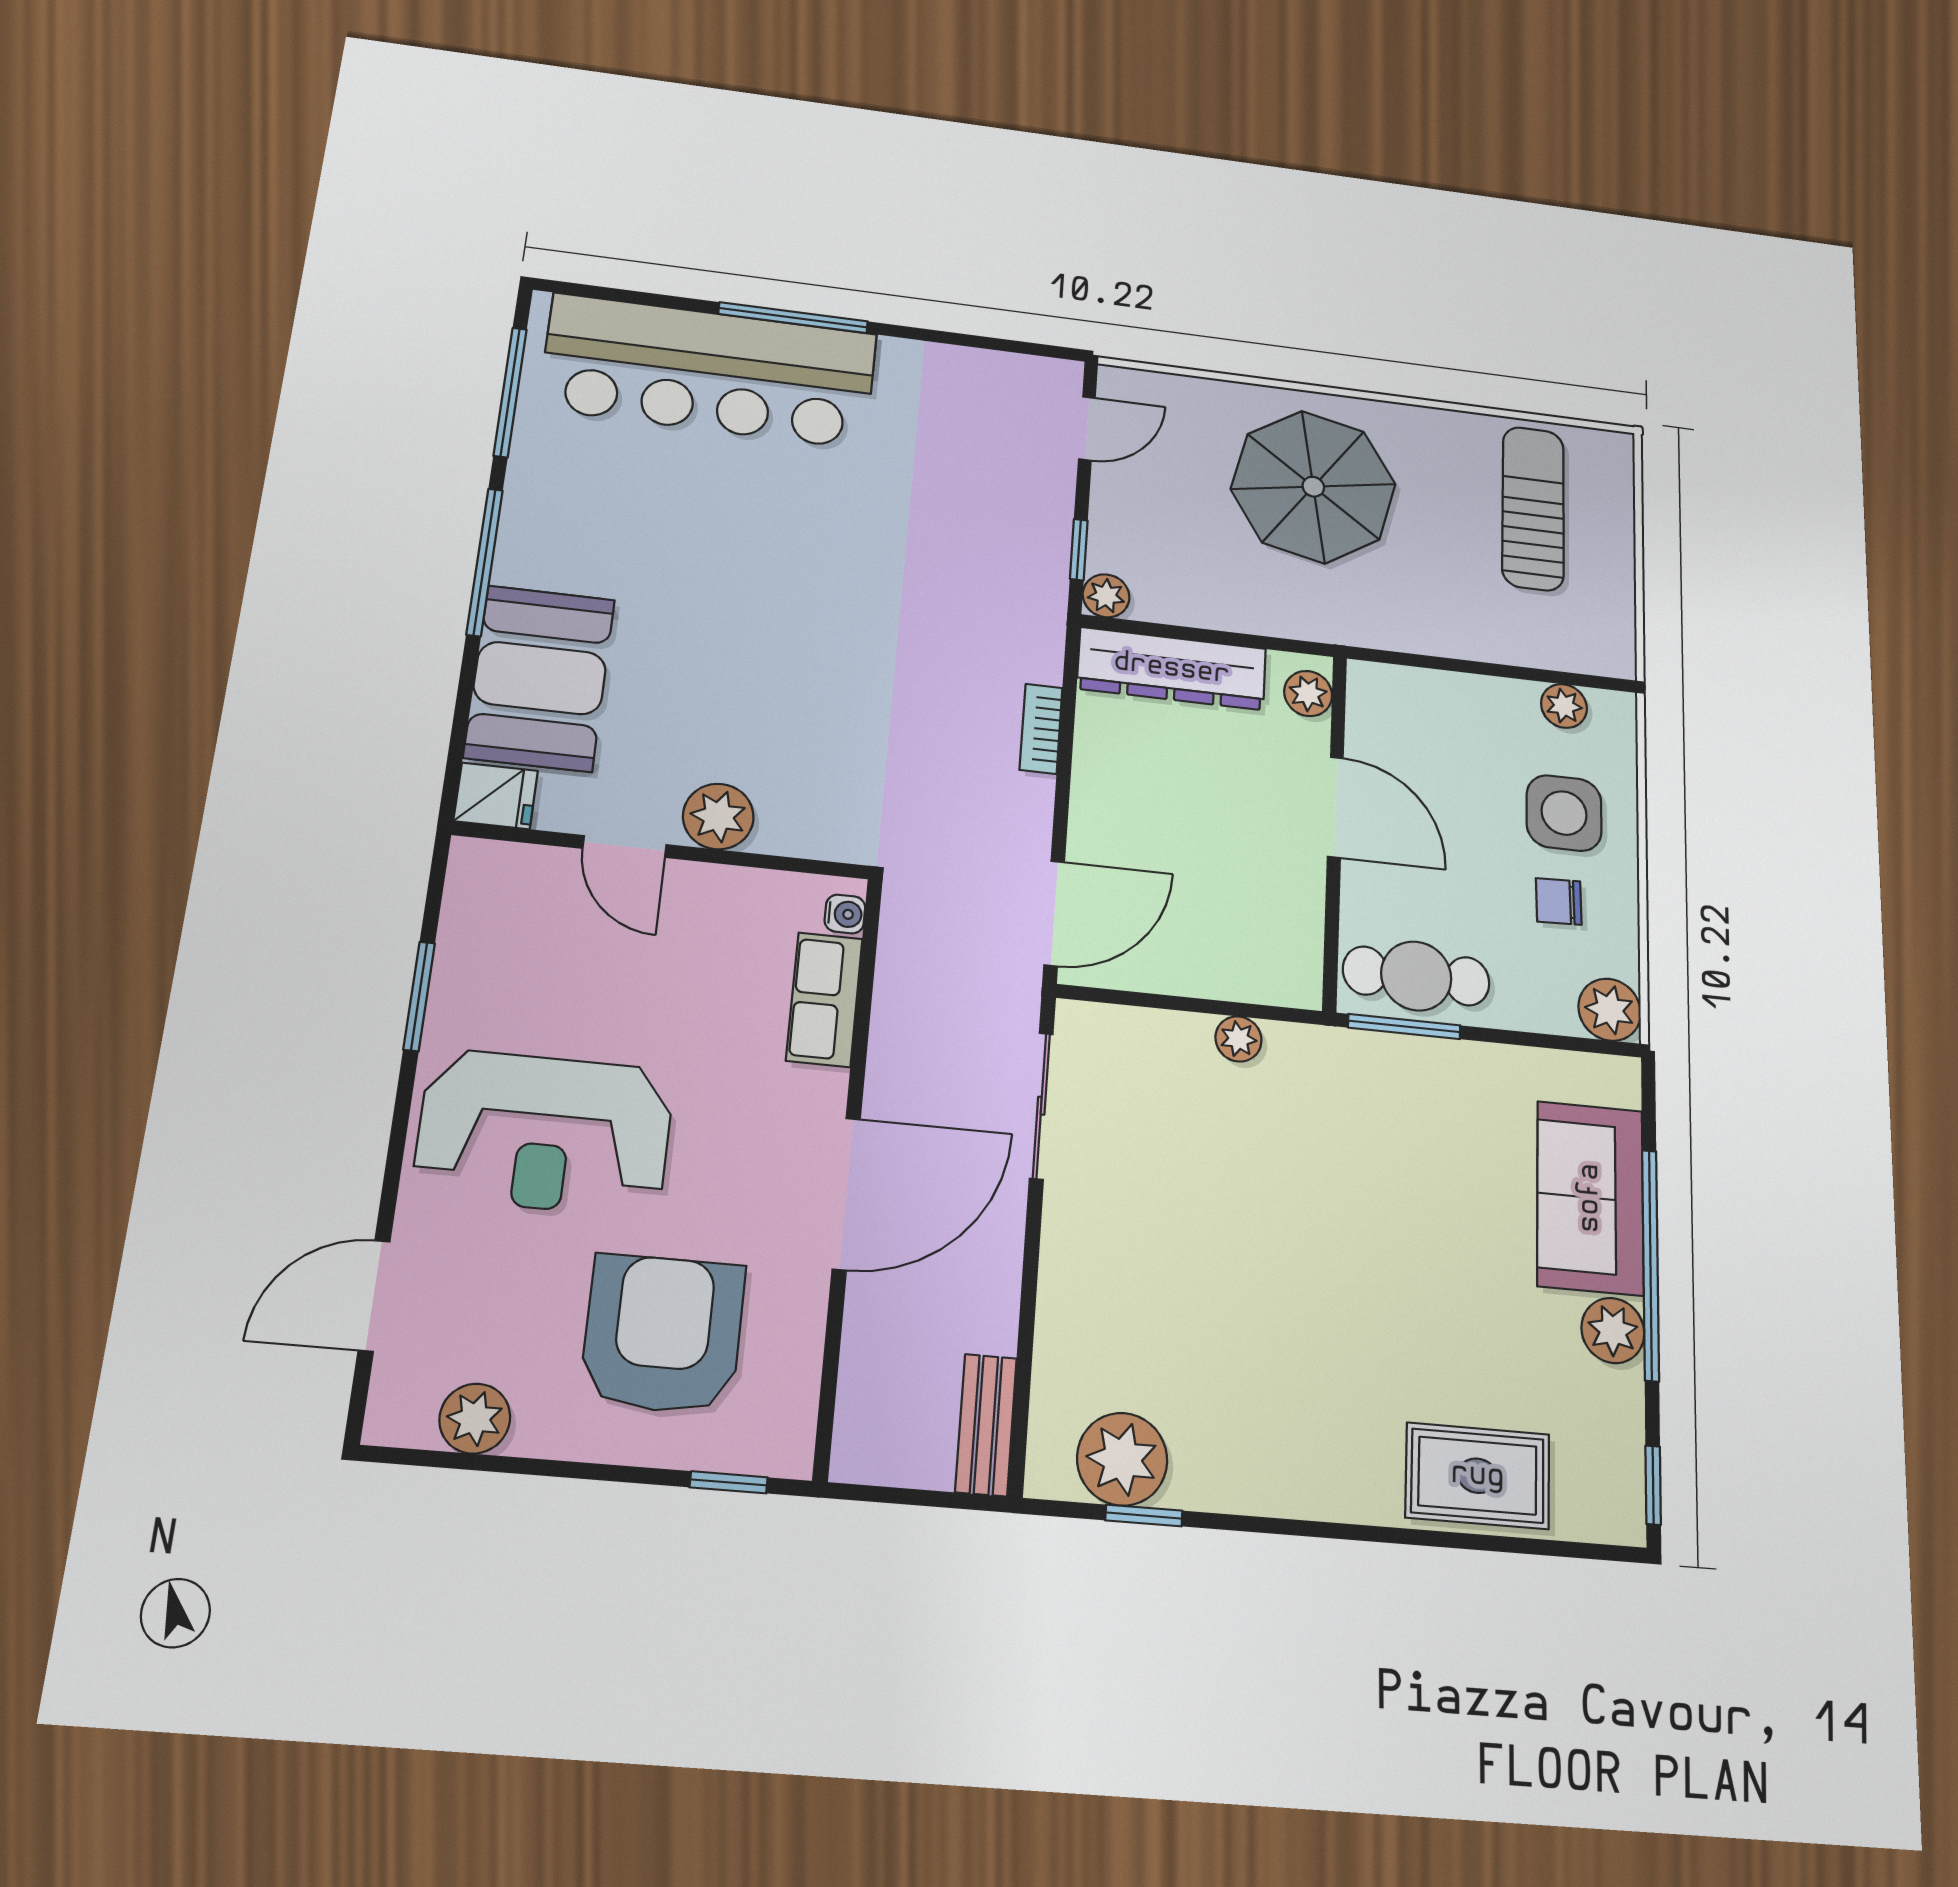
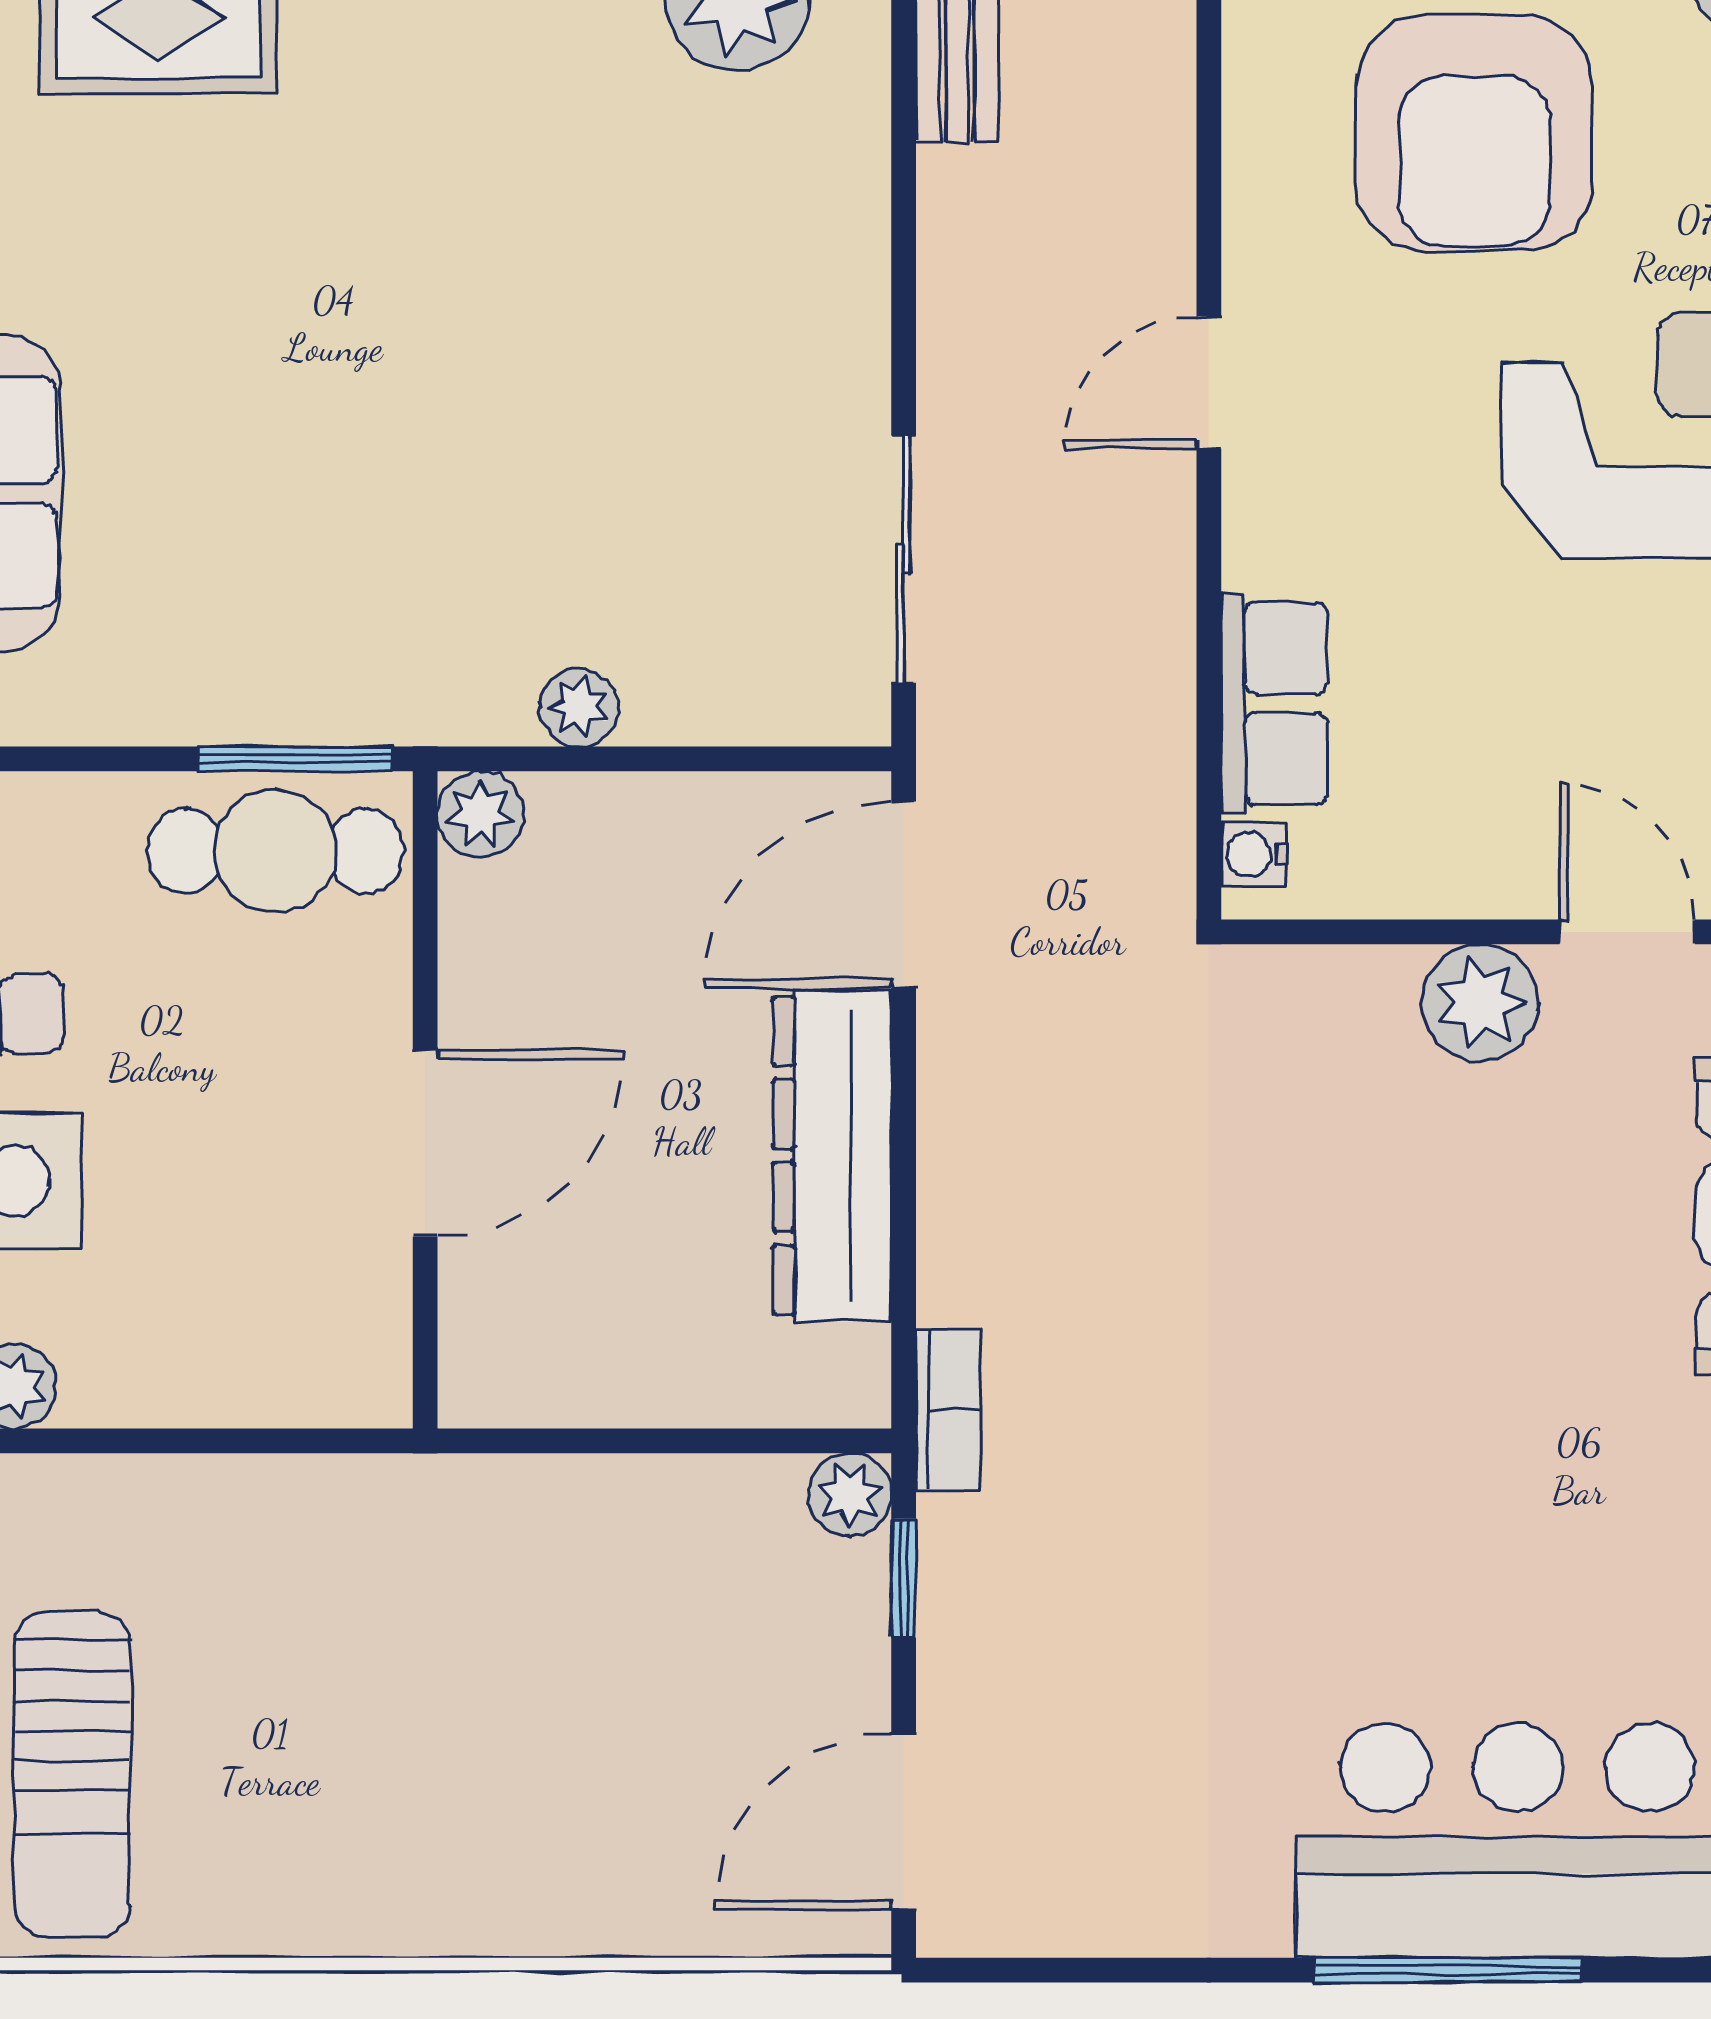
door: (1087, 429) -> (904, 1822), width x1.38
parasol: (1313, 487) -> (484, 1762), removed
dresser: (1172, 669) -> (832, 1156), moved, turned -90
plant: (1308, 694) -> (480, 814), moved
bookcase: (1041, 729) -> (948, 1410), moved
door: (1335, 807) -> (425, 1143), swing flipped
door: (846, 1194) -> (1209, 382), width x0.53

